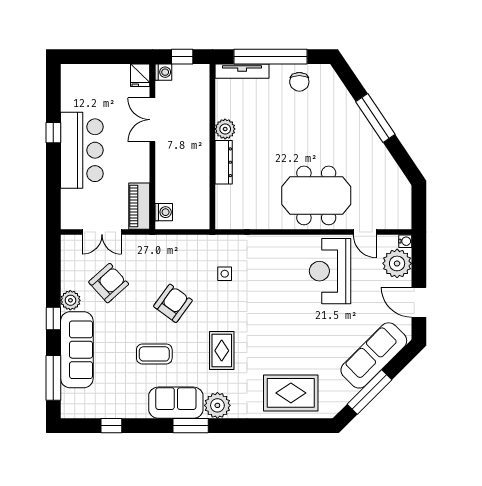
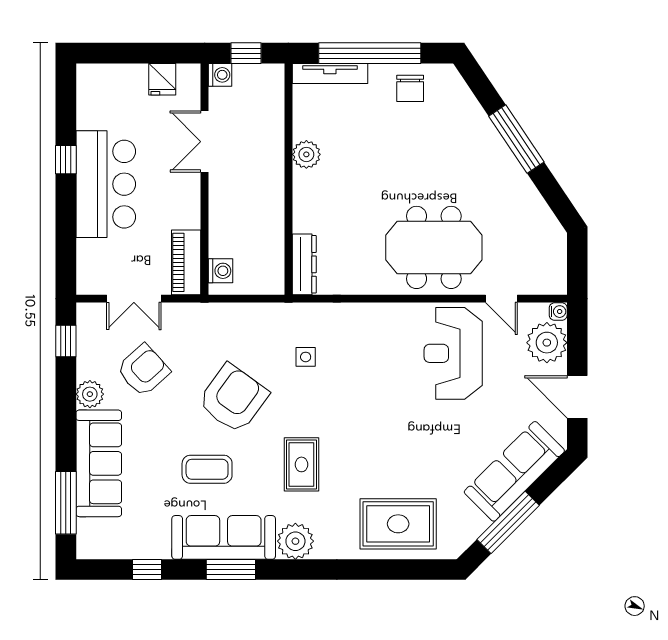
fridge: (140, 75) -> (162, 79), moved
dresser: (224, 162) -> (304, 264), moved
armchair: (173, 303) -> (233, 398), width x1.36, depth x1.36
window: (53, 318) -> (66, 341), moved
sofa: (176, 403) -> (224, 537), width x1.36
window: (191, 426) -> (231, 570), moved

